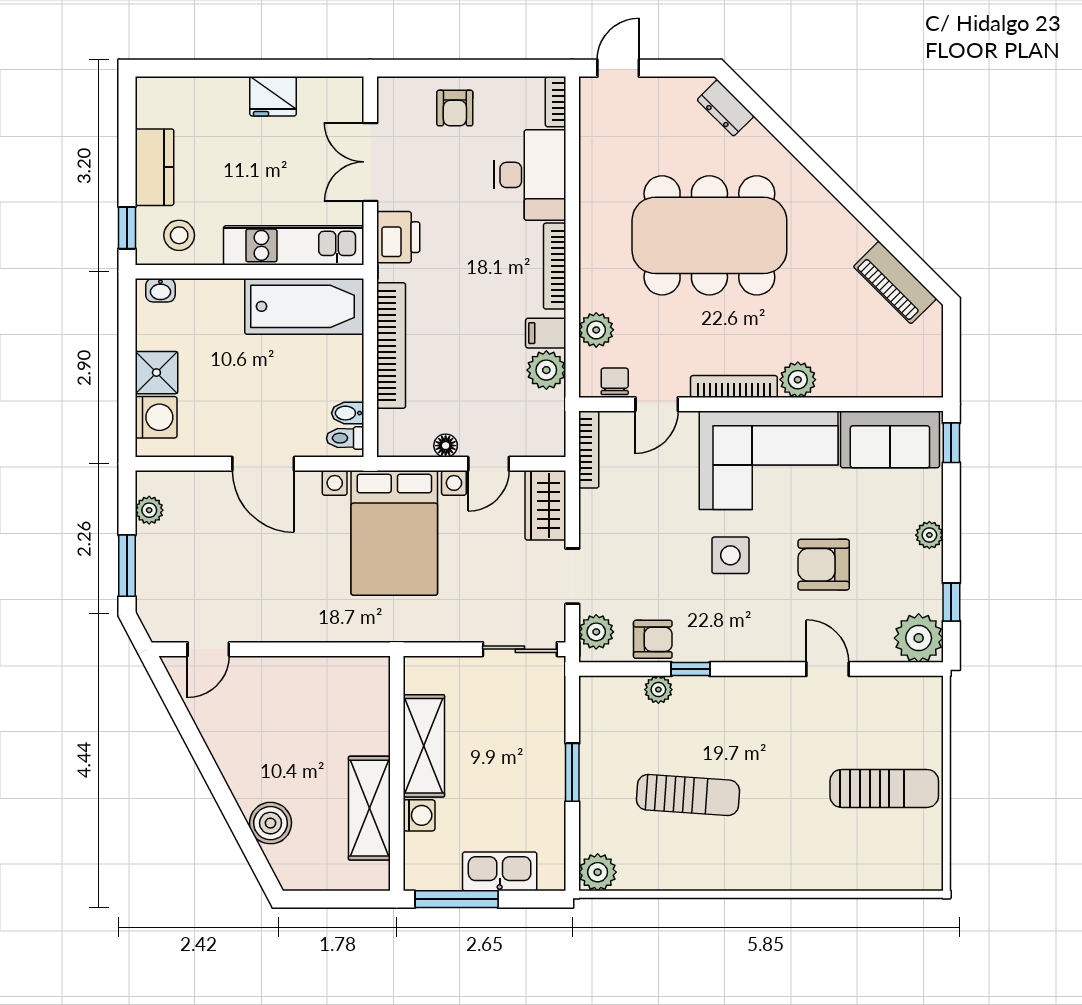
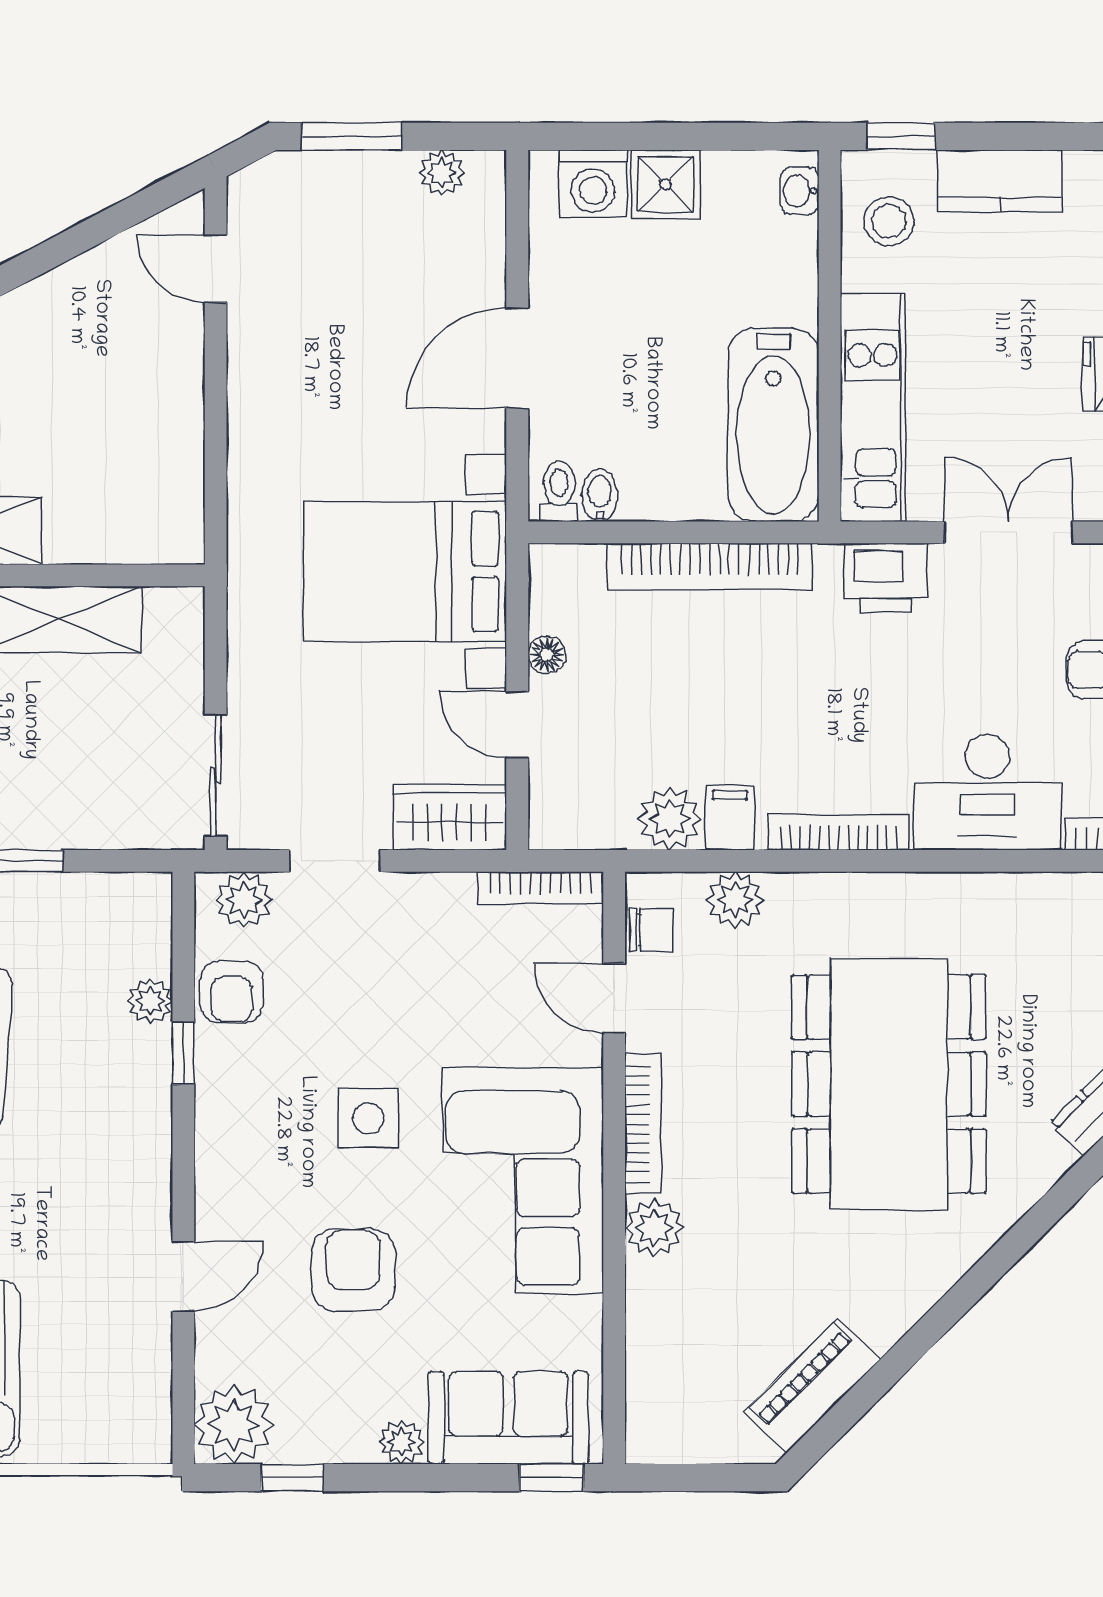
sofa: (890, 439) -> (508, 1418), moved, turned 90

